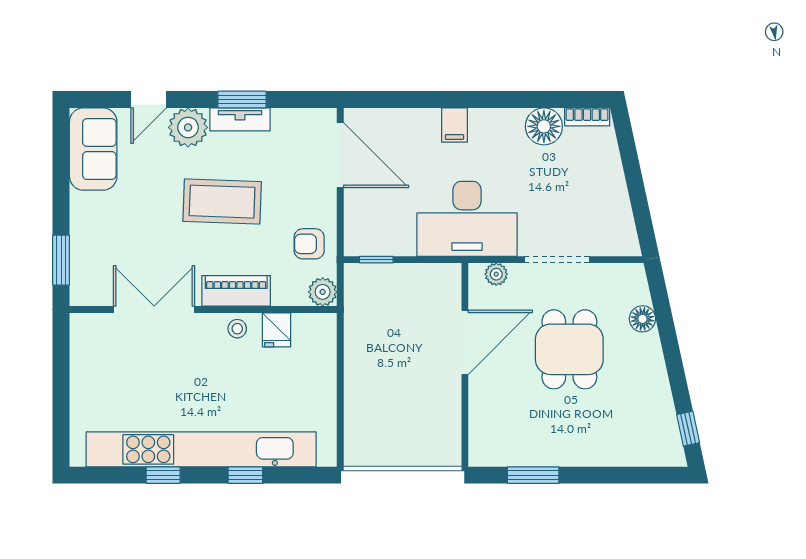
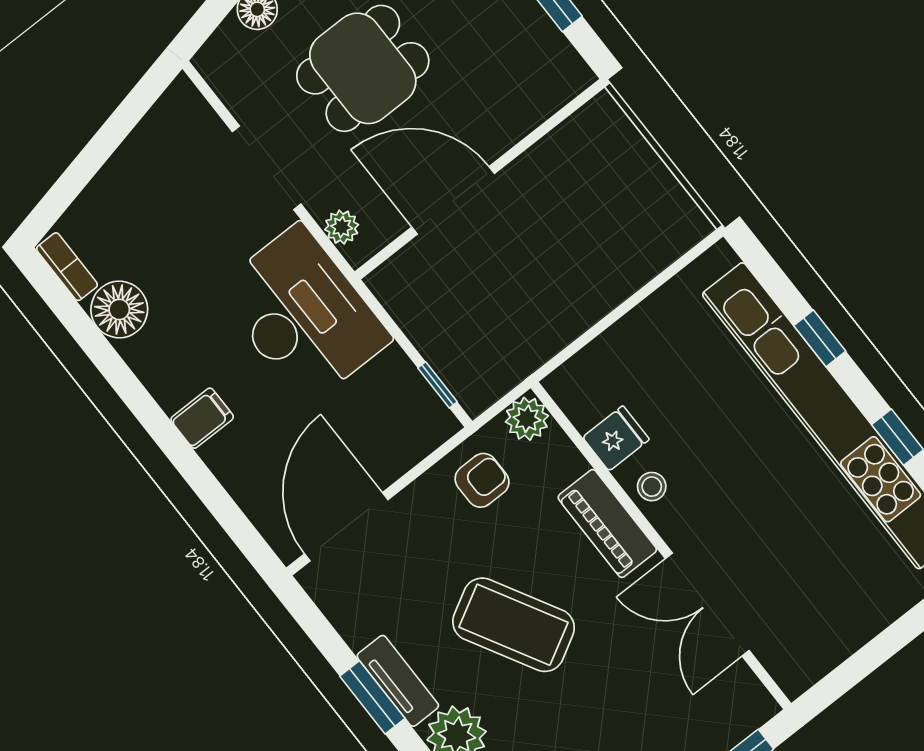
coffee table: (222, 202) -> (514, 625), turned -31
armchair: (309, 244) -> (482, 480), turned -90

